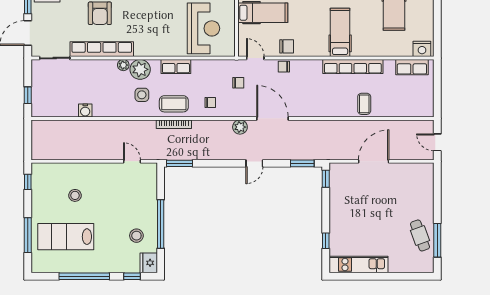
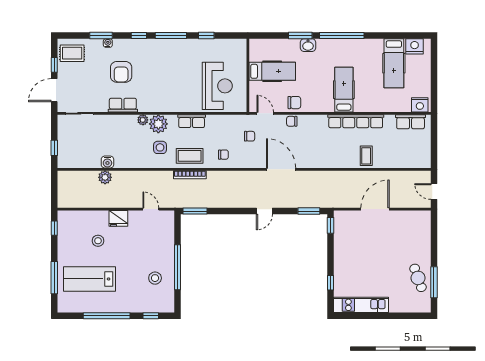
row of seats: (102, 49) -> (123, 105), width x0.50
plant: (240, 127) -> (105, 177), moved
fridge: (149, 263) -> (118, 218), moved, turned -90

